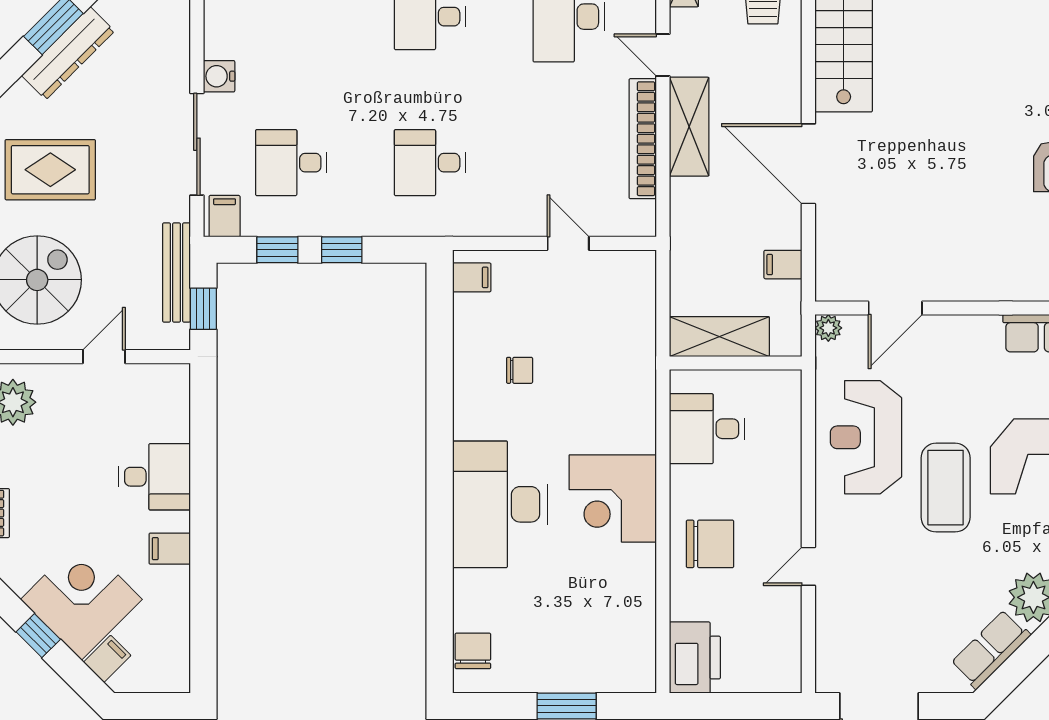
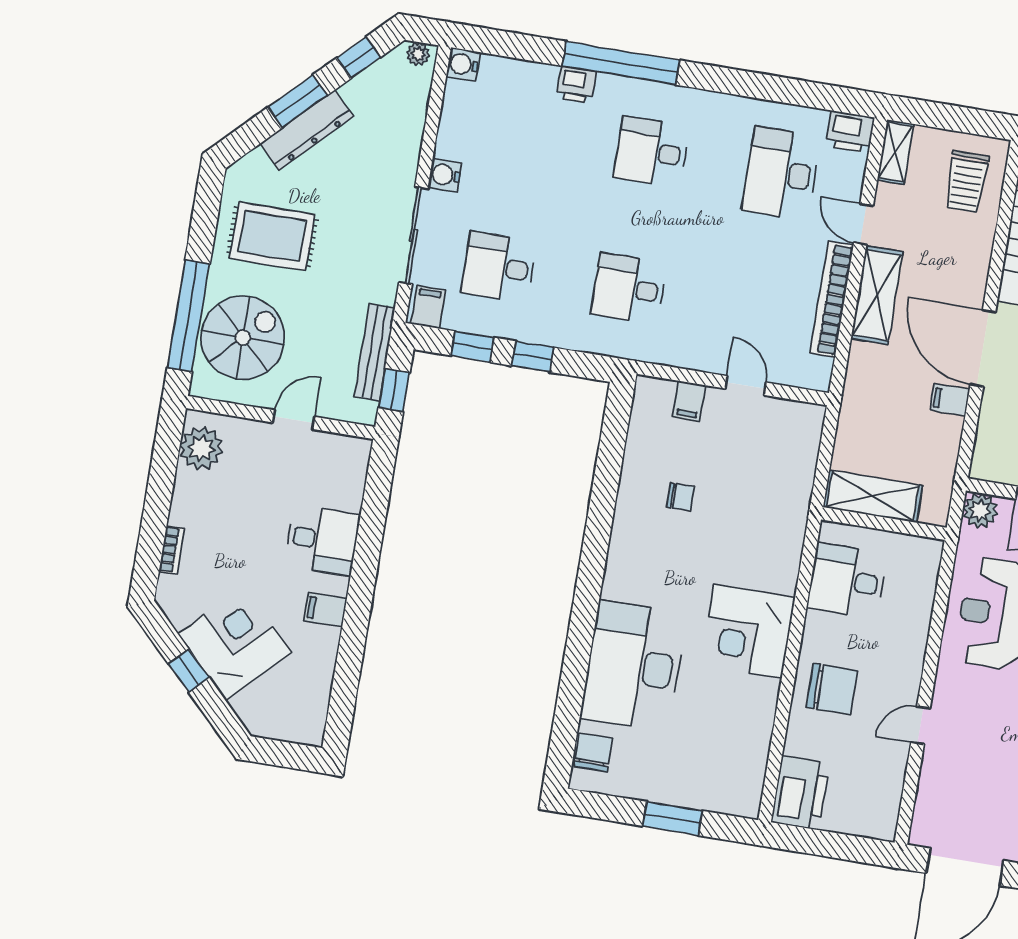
filing cabinet: (783, 265) -> (950, 400), moved
filing cabinet: (472, 277) -> (689, 401), moved, turned 90
plant: (828, 328) -> (980, 511), width x1.38, depth x1.38
desk: (500, 504) -> (634, 666), moved
filing cabinet: (107, 659) -> (250, 703), removed

